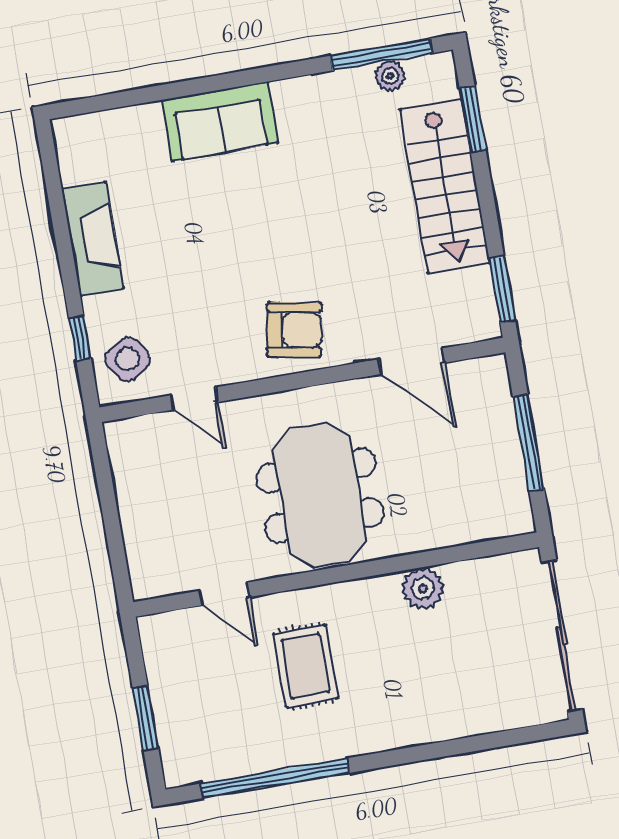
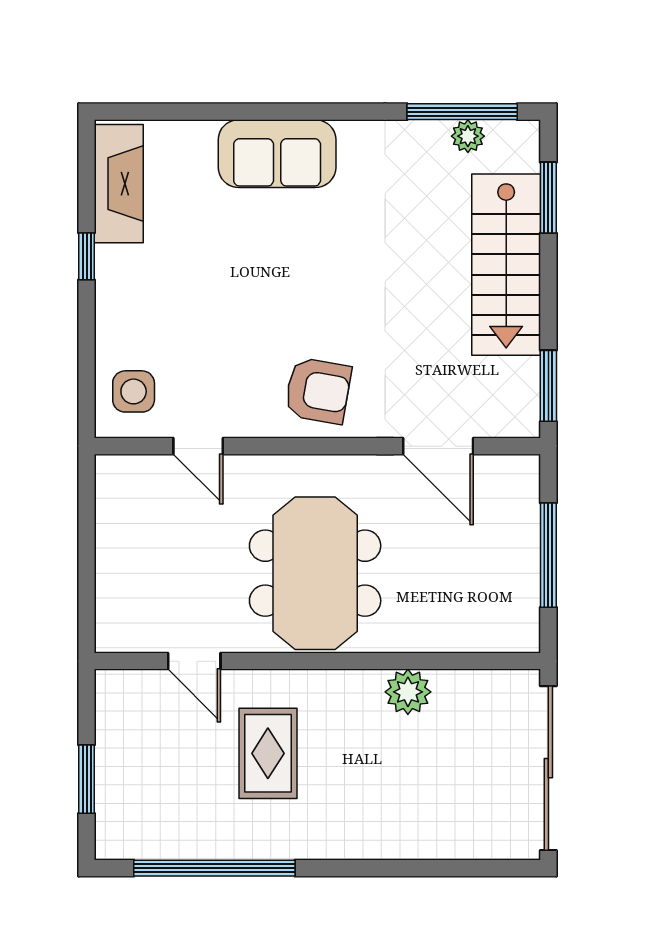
fireplace: (93, 239) -> (119, 184), moved
window: (80, 338) -> (87, 256), moved
side table: (127, 359) -> (134, 391), turned 33

